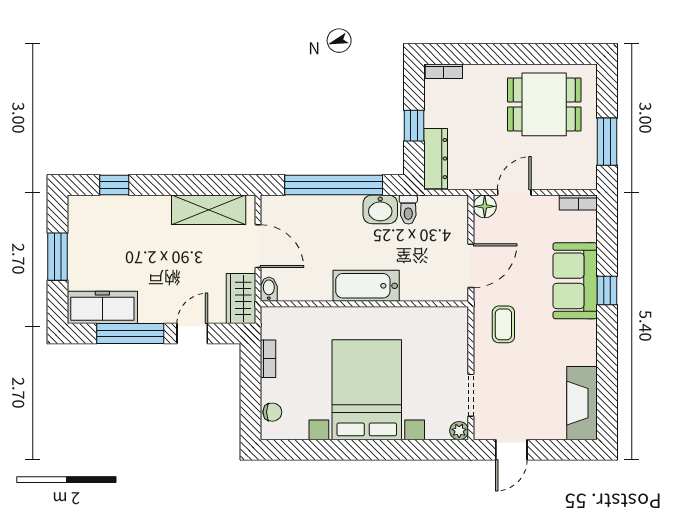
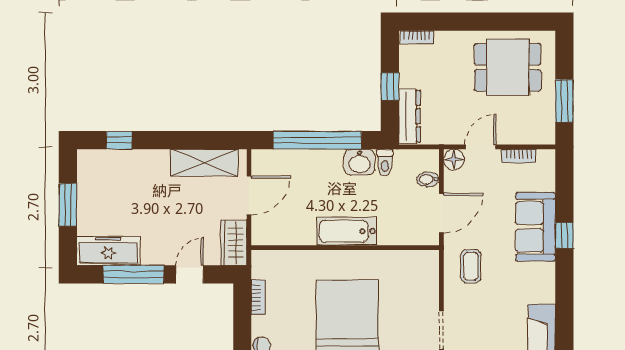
bookcase: (578, 202) -> (519, 156), moved
door: (258, 246) -> (249, 195), hinge flipped
bidet: (269, 289) -> (428, 179), moved, turned -90

